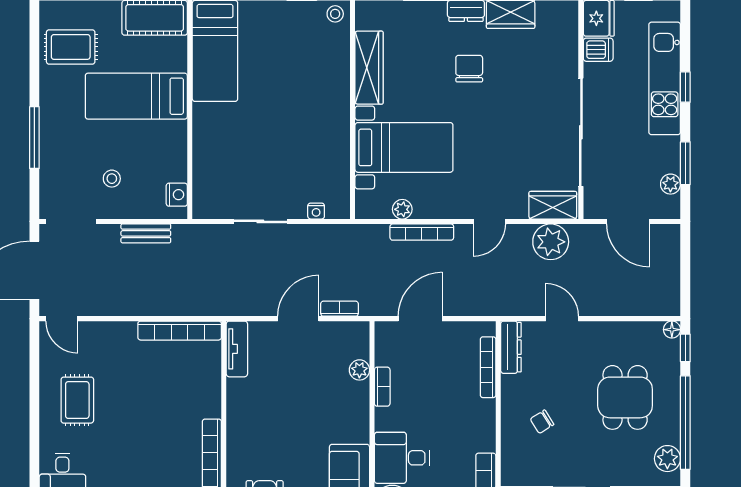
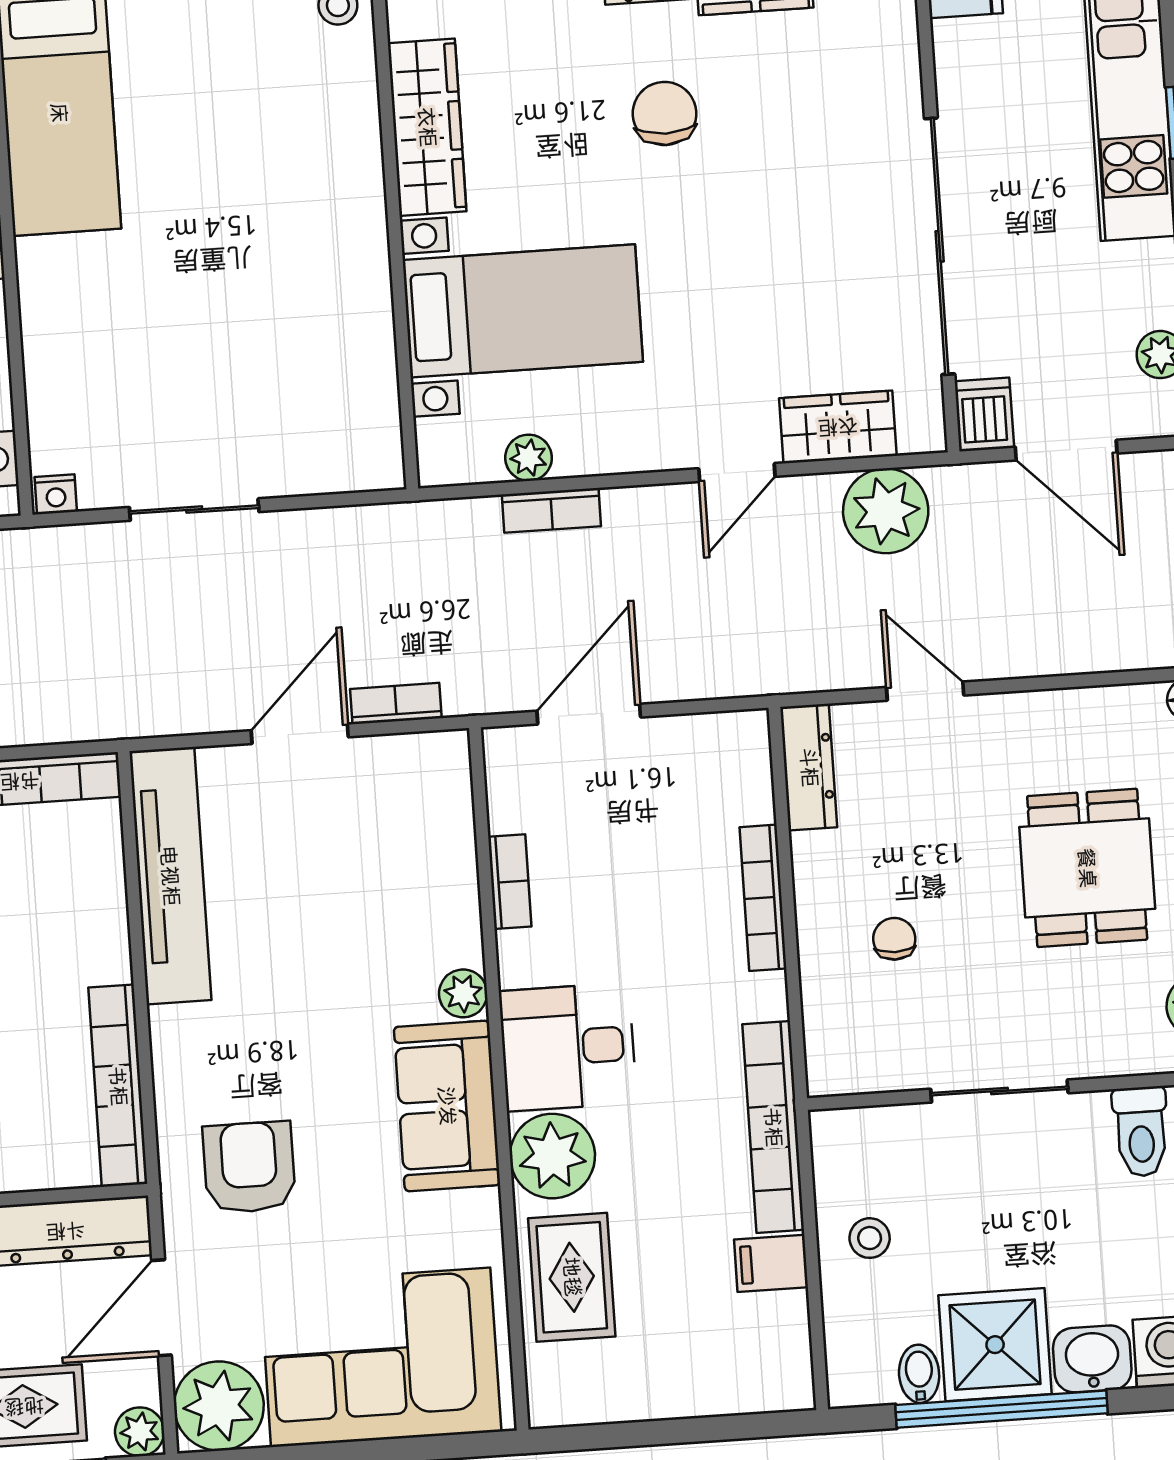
dishwasher: (598, 50) -> (984, 415), moved, turned -90
wardrobe: (553, 205) -> (838, 427), moved
nightstand: (316, 211) -> (56, 494), moved
bookcase: (422, 232) -> (551, 510), width x0.64
tv unit: (237, 349) -> (170, 876), width x1.92, depth x1.29
bookcase: (488, 367) -> (763, 898), moved
plant: (359, 370) -> (463, 993), moved
chair: (542, 422) -> (894, 939), turned 122

